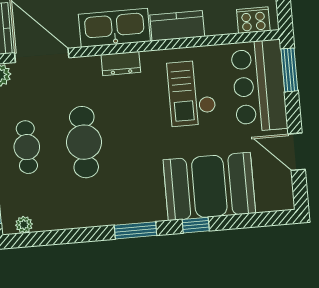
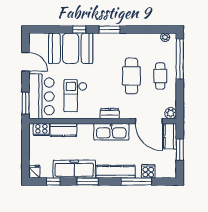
kitchen counter: (177, 26) -> (63, 130), moved
checkout: (192, 93) -> (75, 96), turned 180

